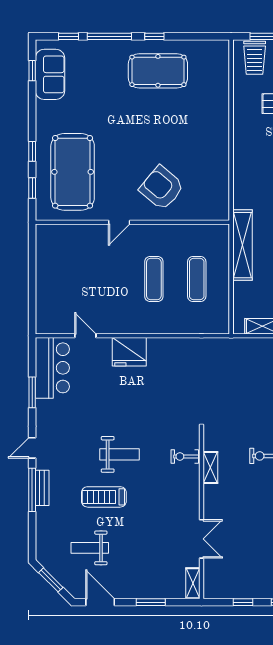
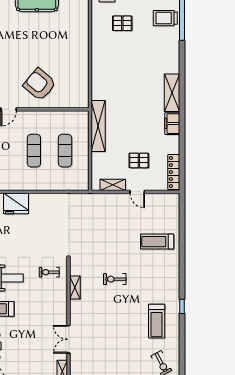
exercise bike: (185, 456) -> (49, 272), moved
double door: (202, 539) -> (69, 339), swing flipped

